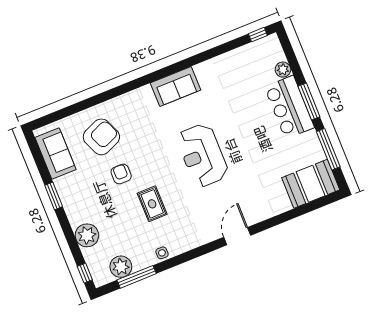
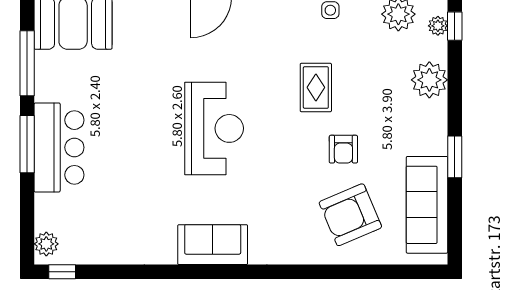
plant: (283, 70) -> (46, 244), moved
sofa: (55, 153) -> (427, 205), width x1.36
plant: (95, 269) -> (438, 26), added

